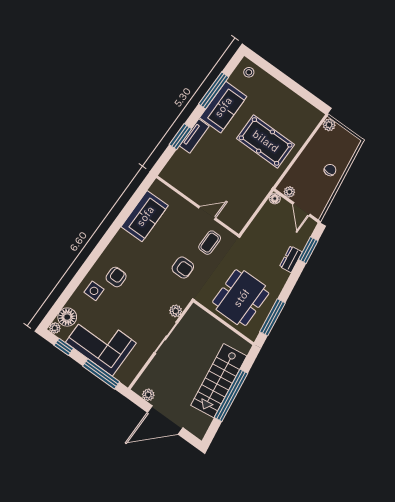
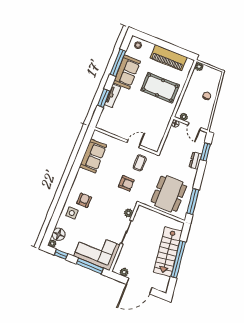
piano: (288, 101) -> (169, 58), added
corner sofa: (101, 343) -> (97, 251), moved

